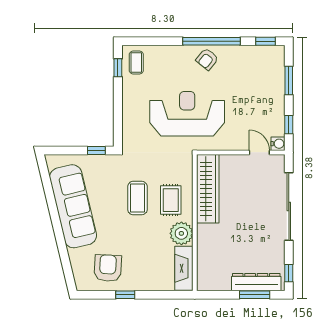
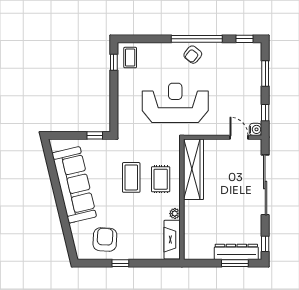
plant: (181, 233) -> (175, 214), width x0.53, depth x0.53

